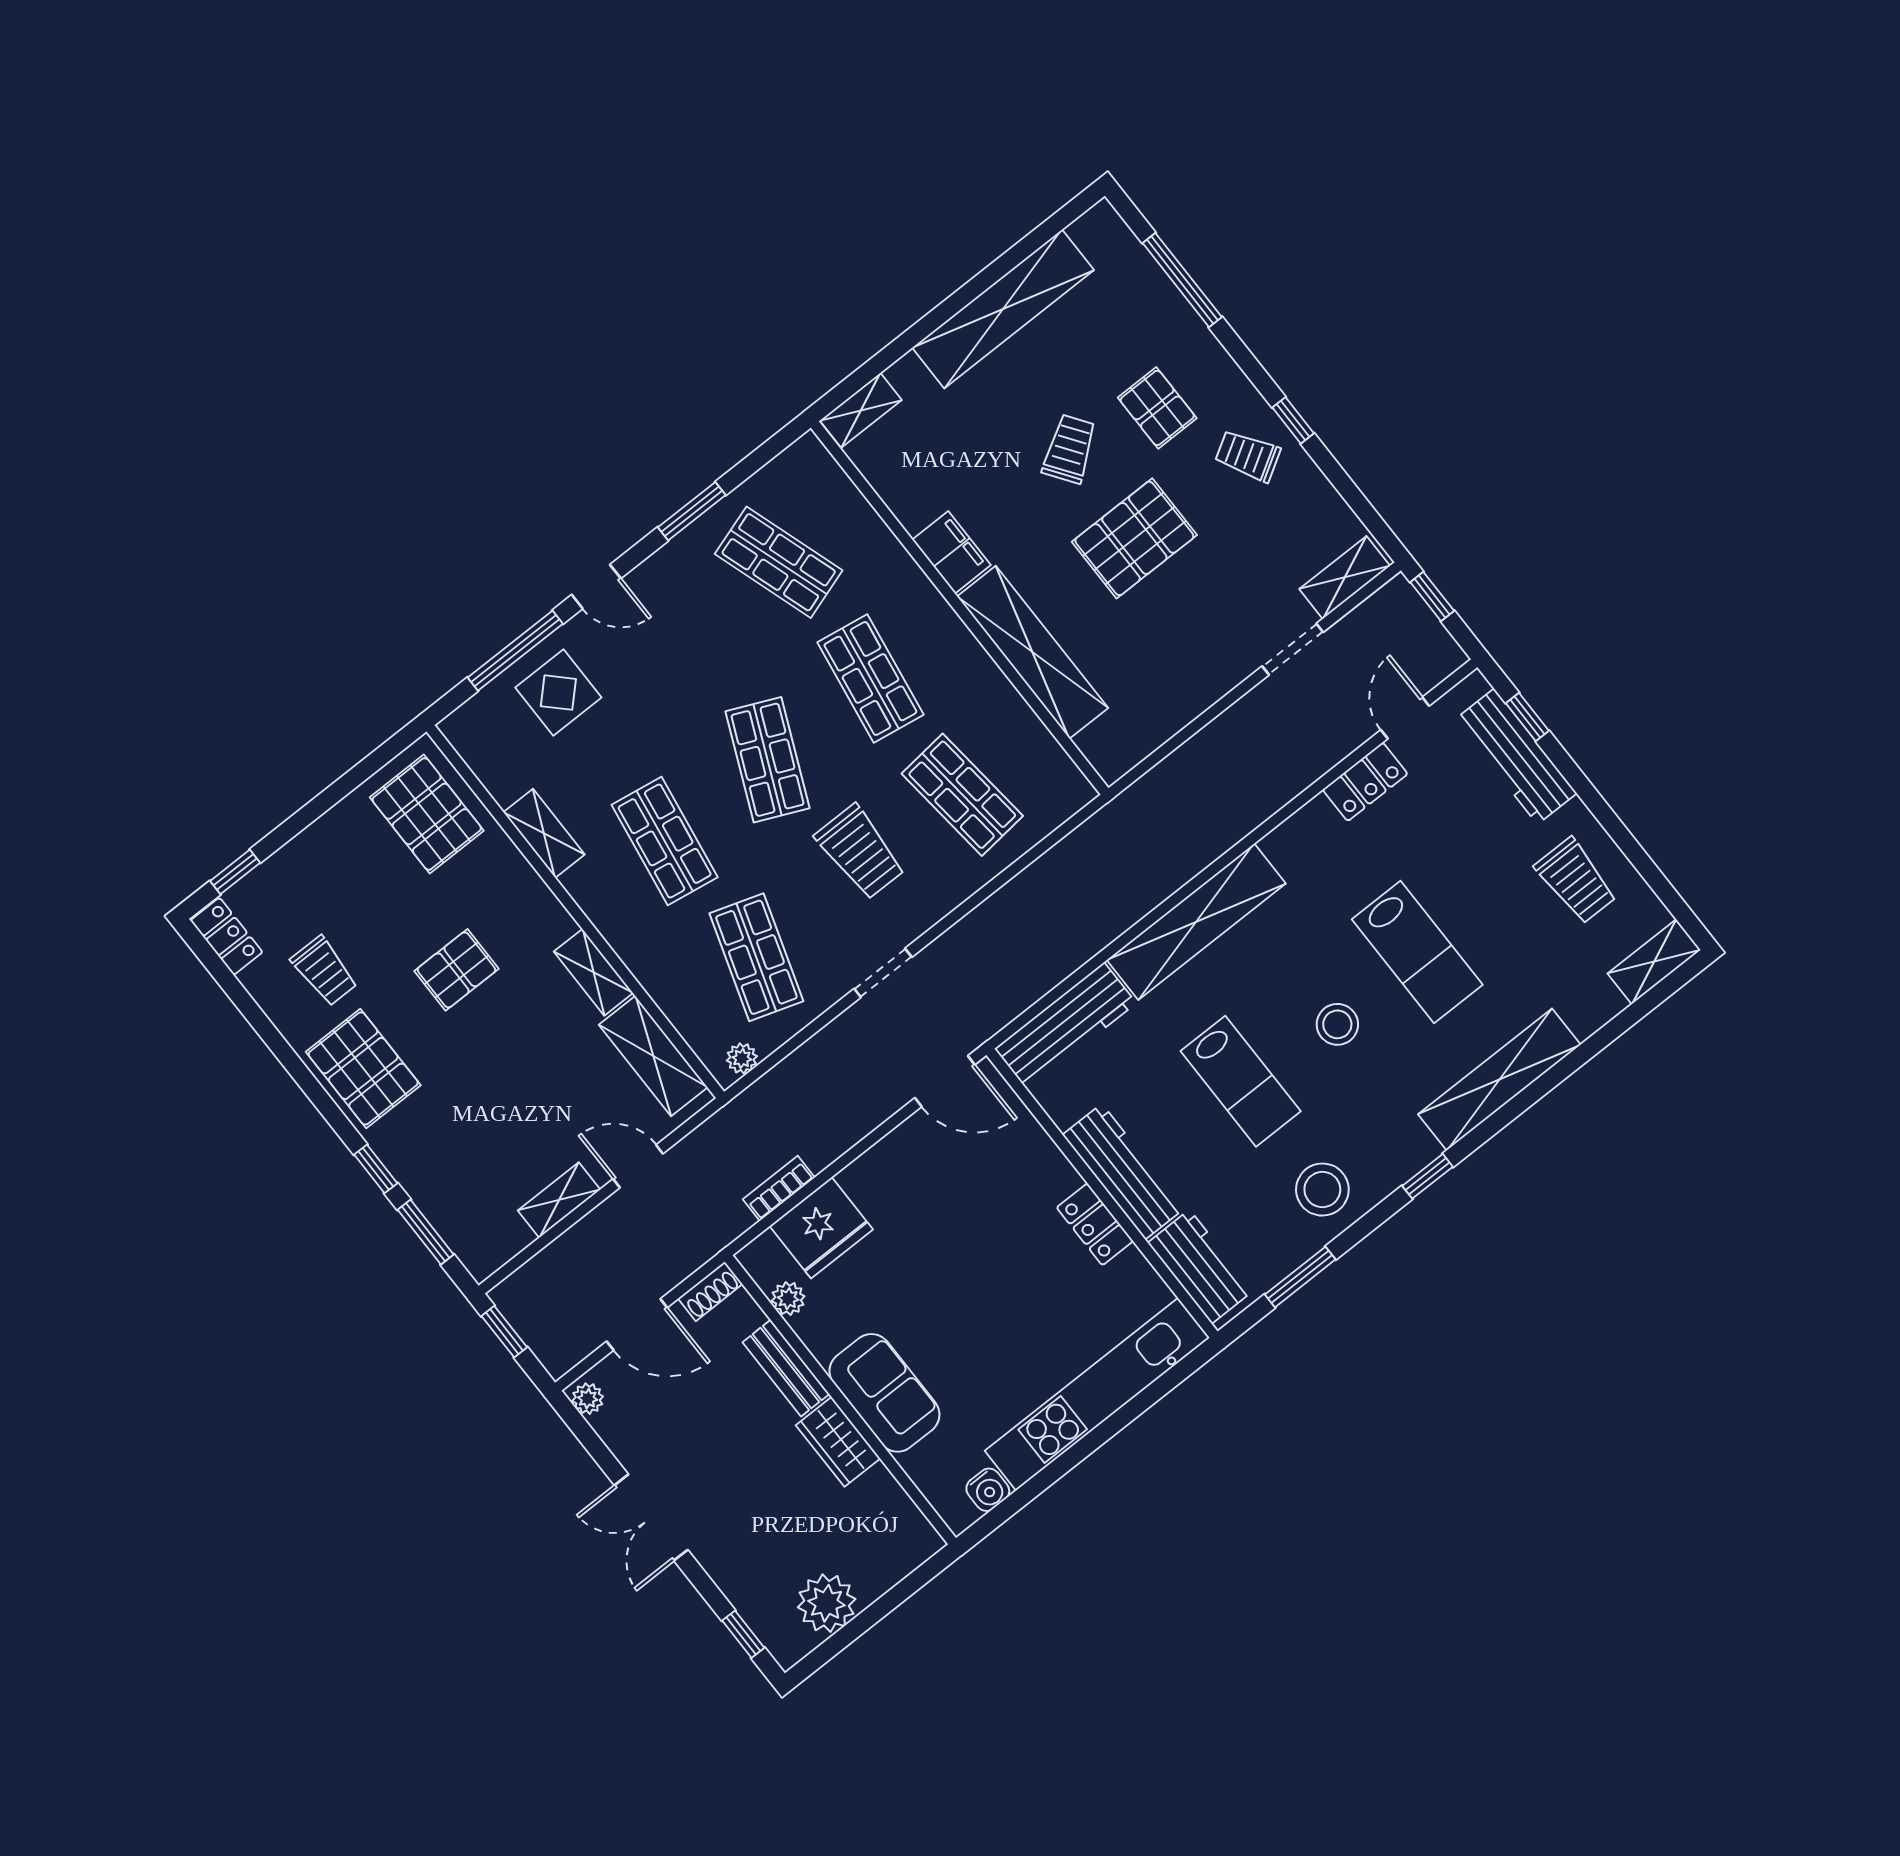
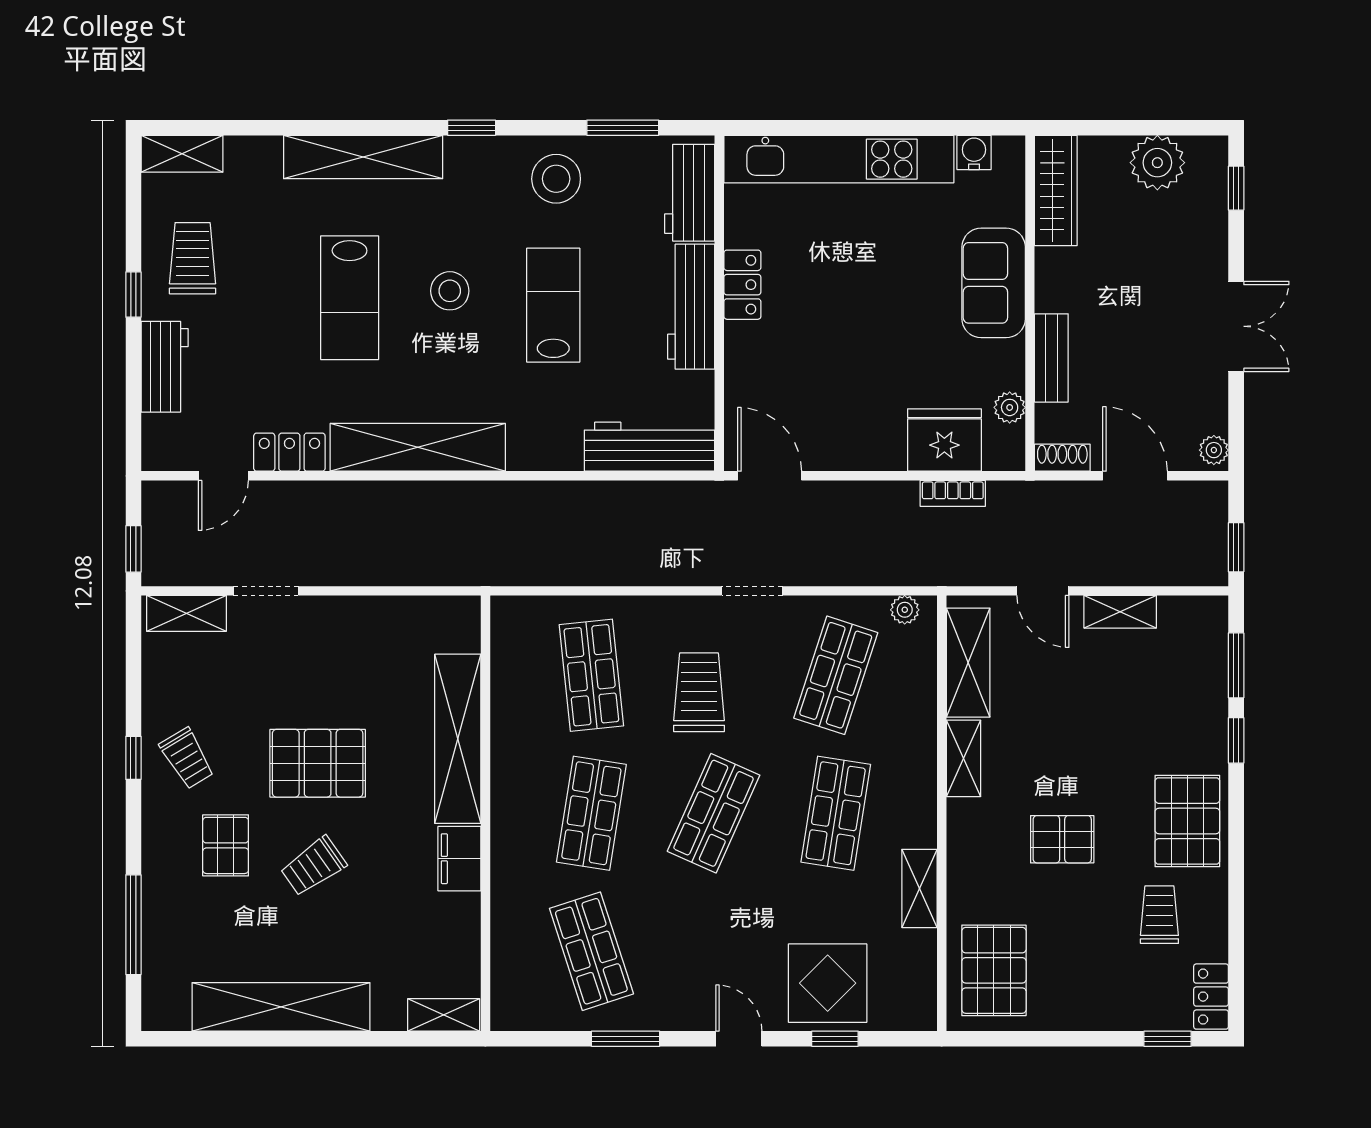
window: (515, 651) -> (835, 1039), width x0.46
display table: (558, 693) -> (828, 983), width x1.36, depth x1.36
window: (1527, 717) -> (133, 295), moved
workbench: (1516, 756) -> (165, 367), width x0.73
shelving: (1196, 922) -> (418, 447), moved
lab bench: (1417, 952) -> (350, 298), turned 180
wardrobe: (838, 1442) -> (1056, 191), moved, width x1.50

